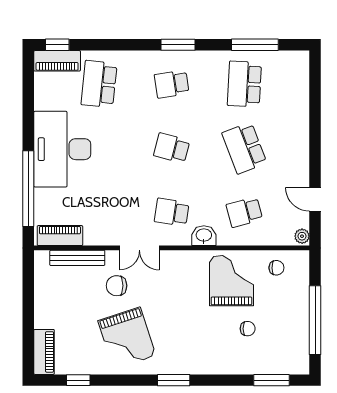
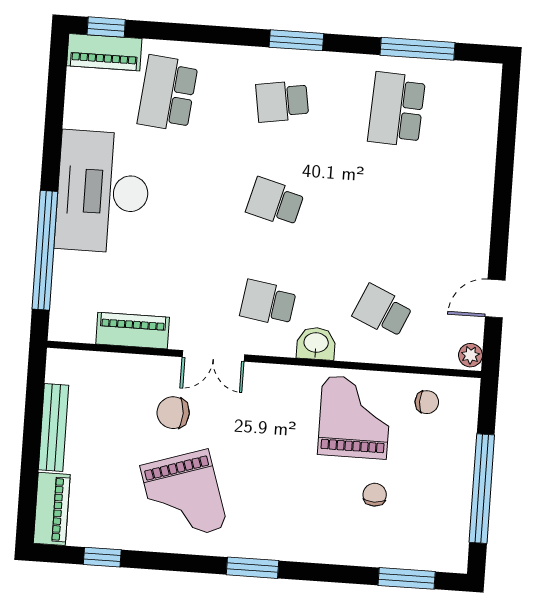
school desk: (244, 148) -> (390, 210), removed
door: (315, 199) -> (495, 299), hinge flipped
school desk: (244, 212) -> (382, 311), turned 39
piano: (60, 236) -> (133, 331), moved
bench: (77, 258) -> (54, 427), moved, turned 90
chair: (248, 329) -> (375, 495), turned -90

